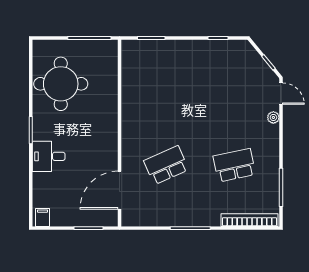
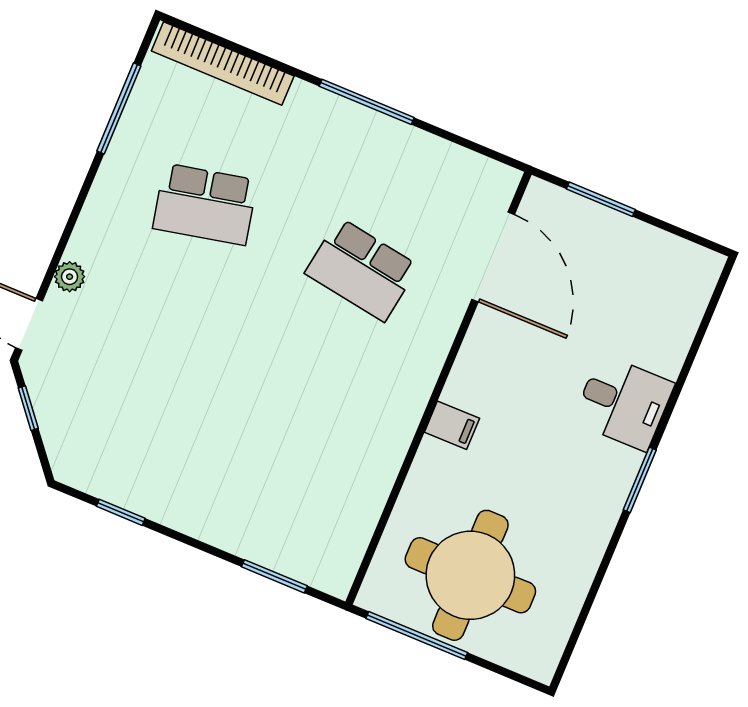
round table: (61, 84) -> (470, 575), moved
school desk: (166, 165) -> (362, 270), turned 33
door: (119, 190) -> (493, 257), hinge flipped
filing cabinet: (43, 217) -> (452, 425), moved, turned -90

